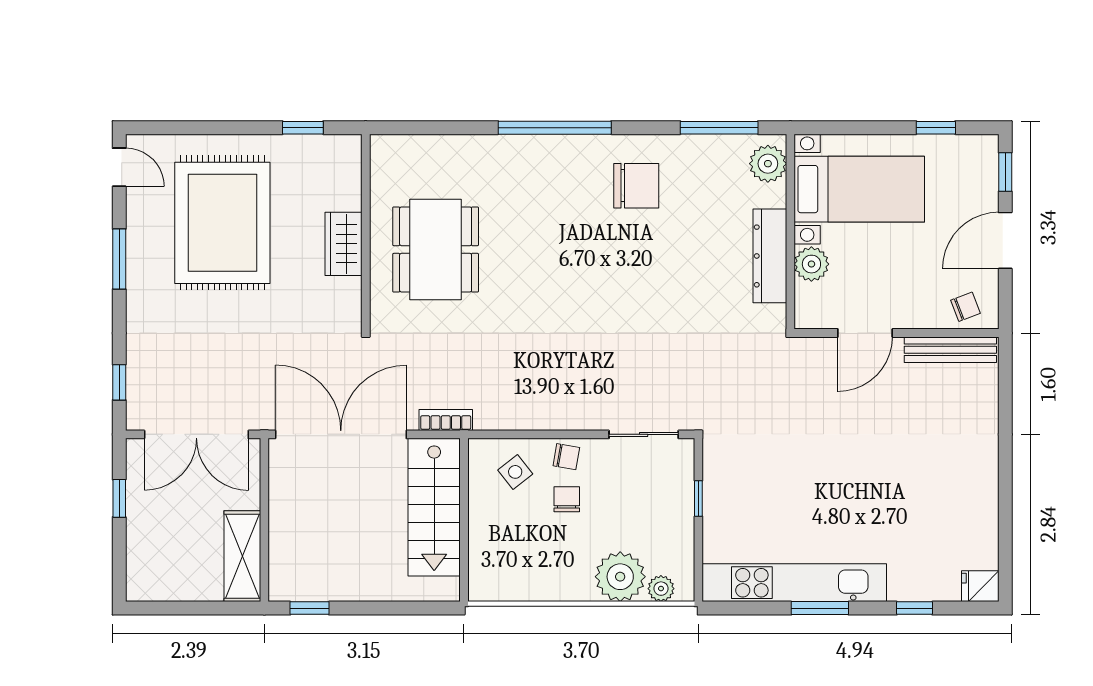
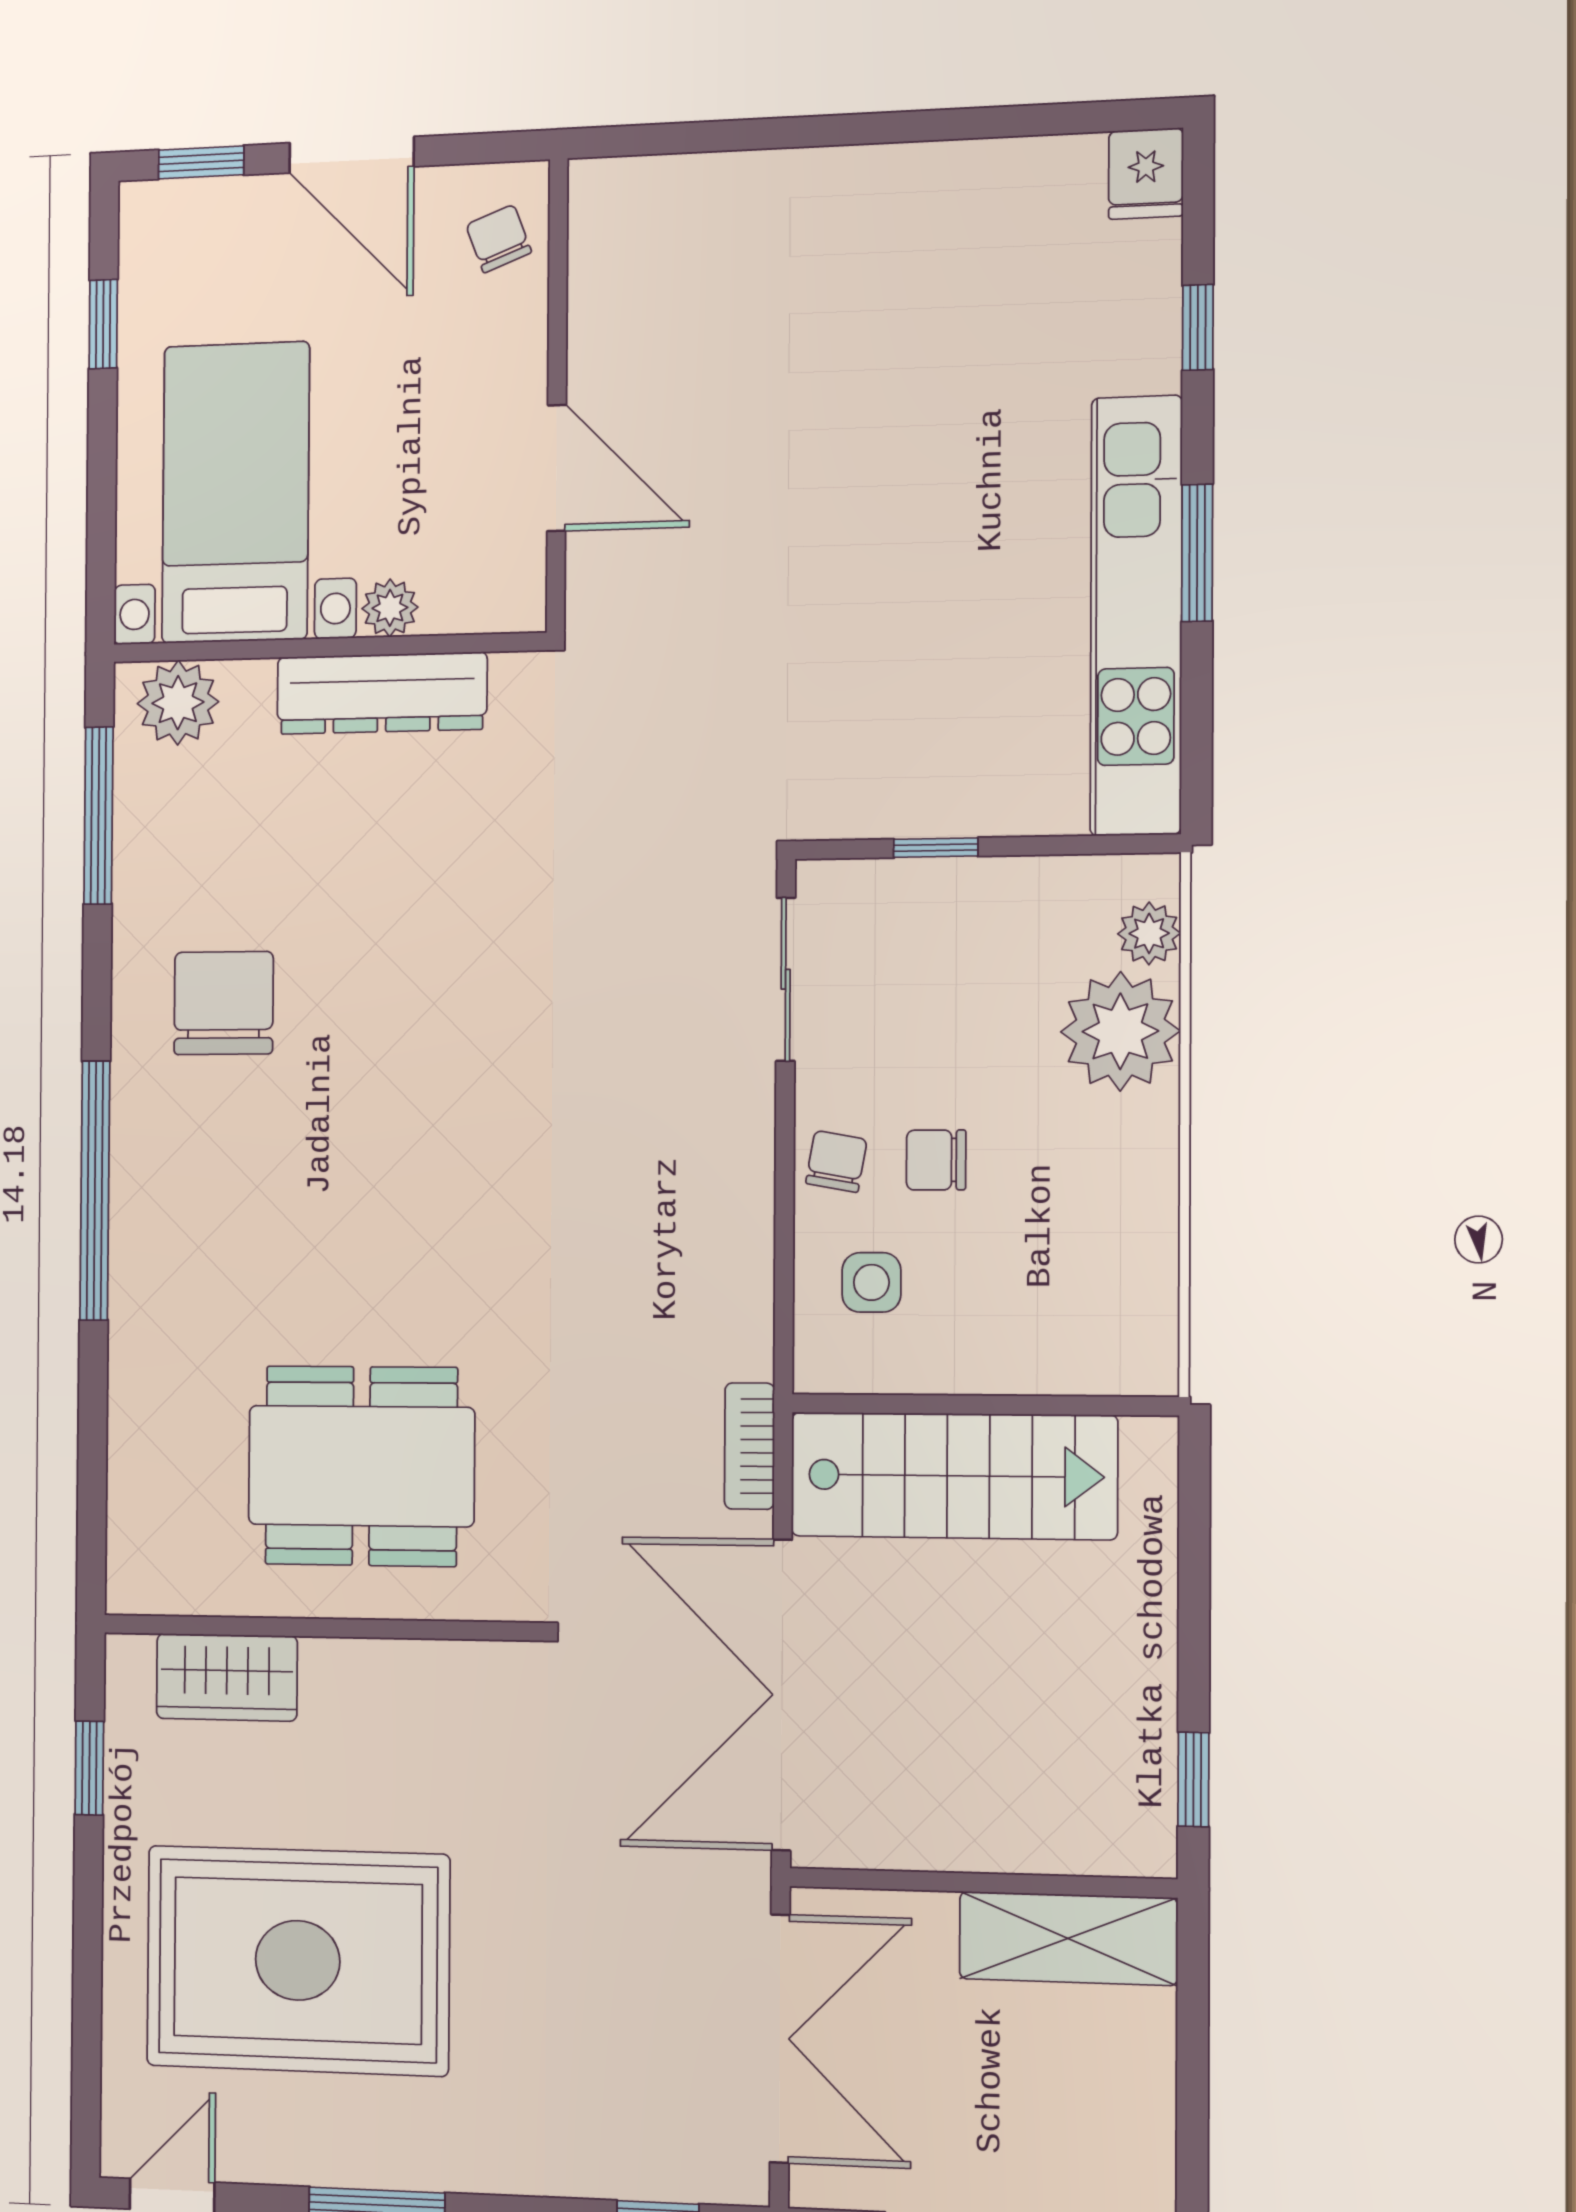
wardrobe: (344, 244) -> (227, 1677), moved
plant: (811, 264) -> (390, 608), width x0.73, depth x0.73
bench: (950, 350) -> (596, 269), removed
side table: (515, 472) -> (871, 1282), turned 38

